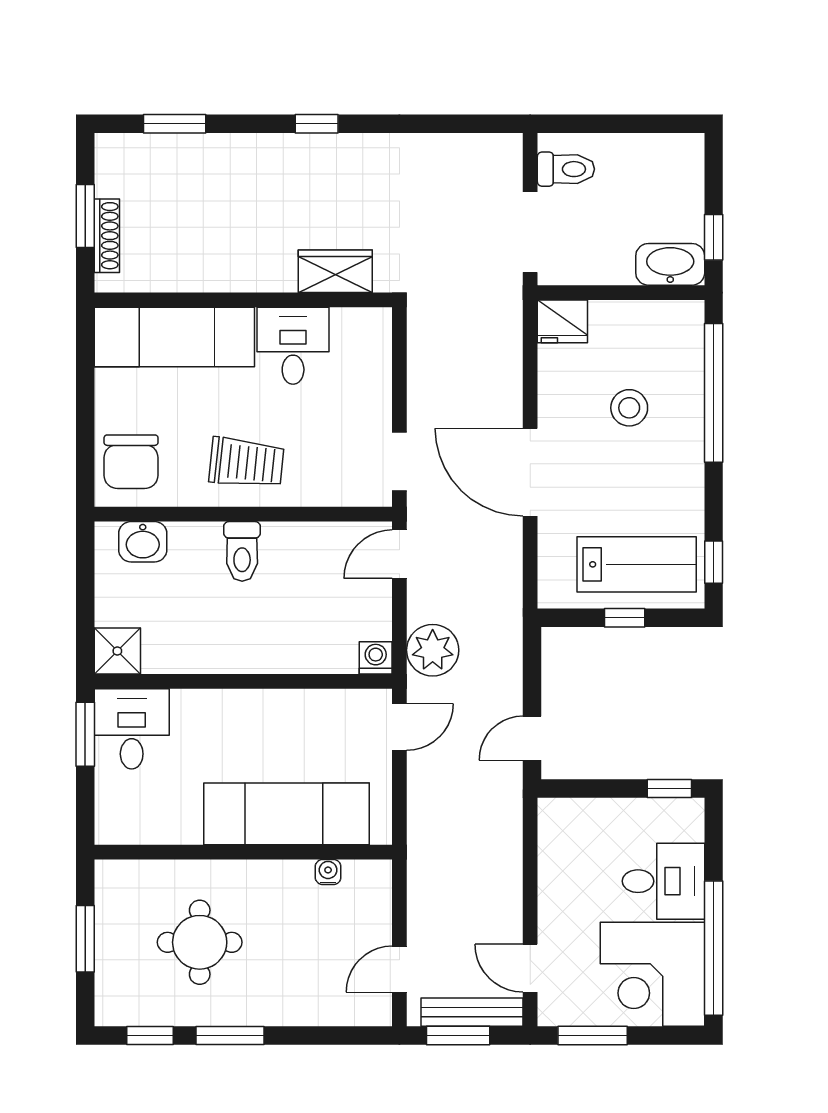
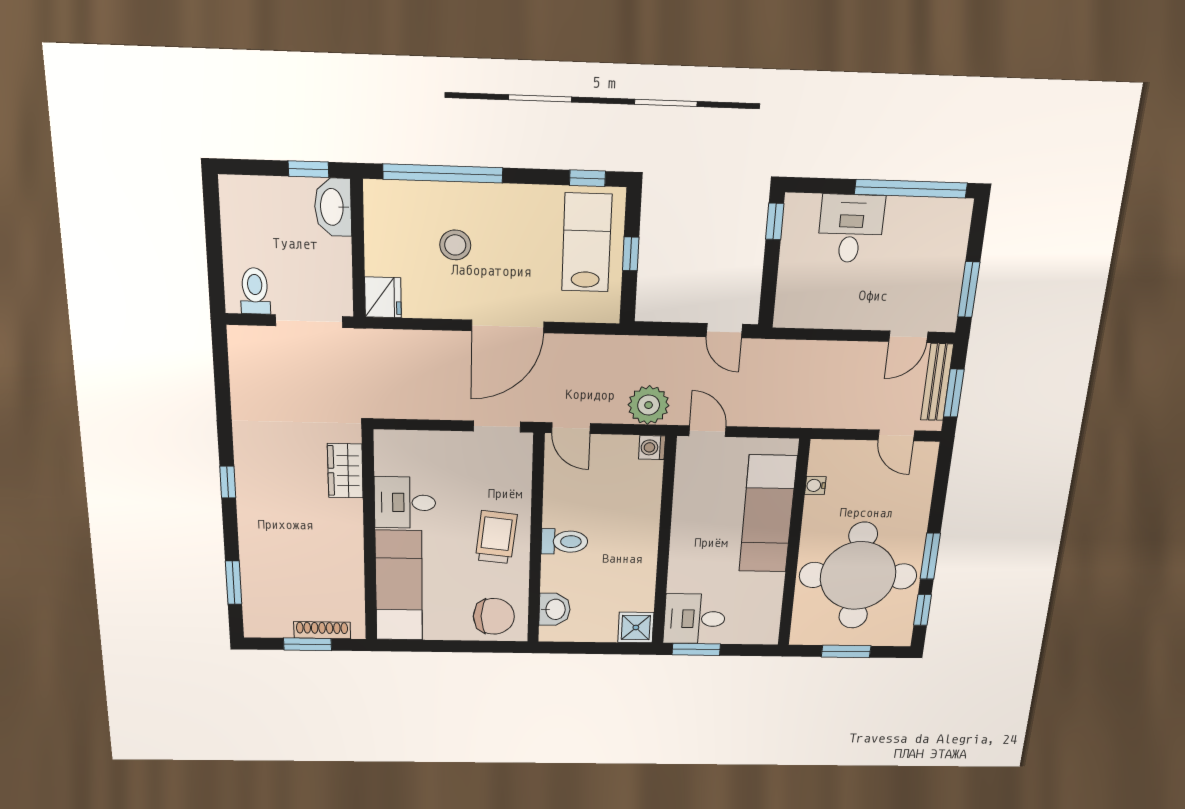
round table: (200, 942) -> (858, 576), width x1.86, depth x1.86
corner desk: (652, 974) -> (926, 240), removed

